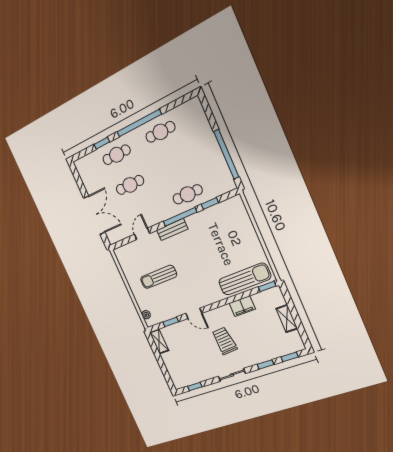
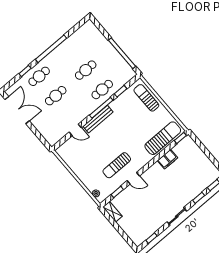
cafe table: (160, 132) -> (86, 70), moved
double door: (94, 215) -> (17, 110), moved
sun lounger: (240, 222) -> (146, 98), added
bench: (172, 230) -> (98, 119), width x1.36
door: (142, 234) -> (75, 130), swing flipped
sun lounger: (159, 277) -> (117, 165), moved
shelving: (287, 319) -> (202, 157), removed
trolley: (224, 341) -> (163, 191), removed

